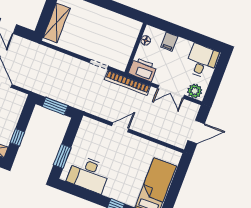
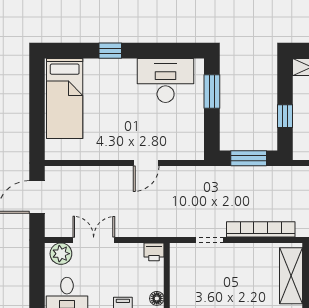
printer: (143, 69) -> (154, 252), width x0.53, depth x0.68
bookcase: (127, 83) -> (261, 229), moved
window: (17, 137) -> (285, 116), moved

